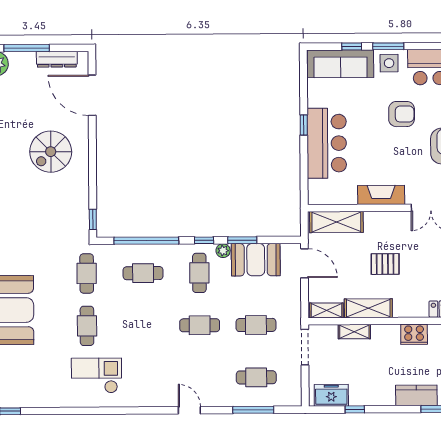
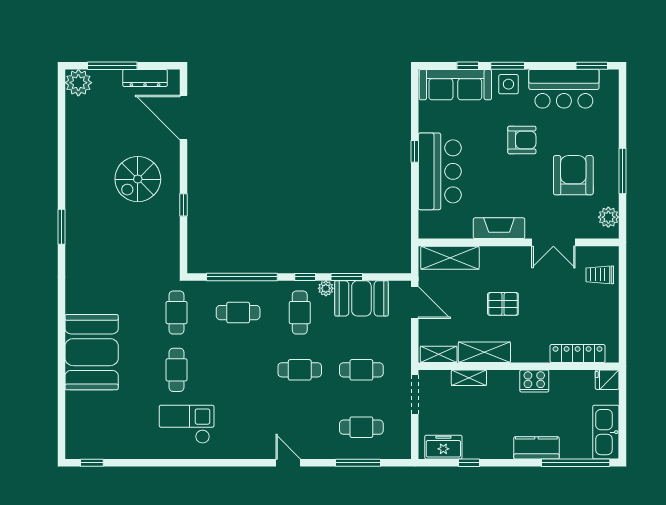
window: (93, 219) -> (183, 205), moved

